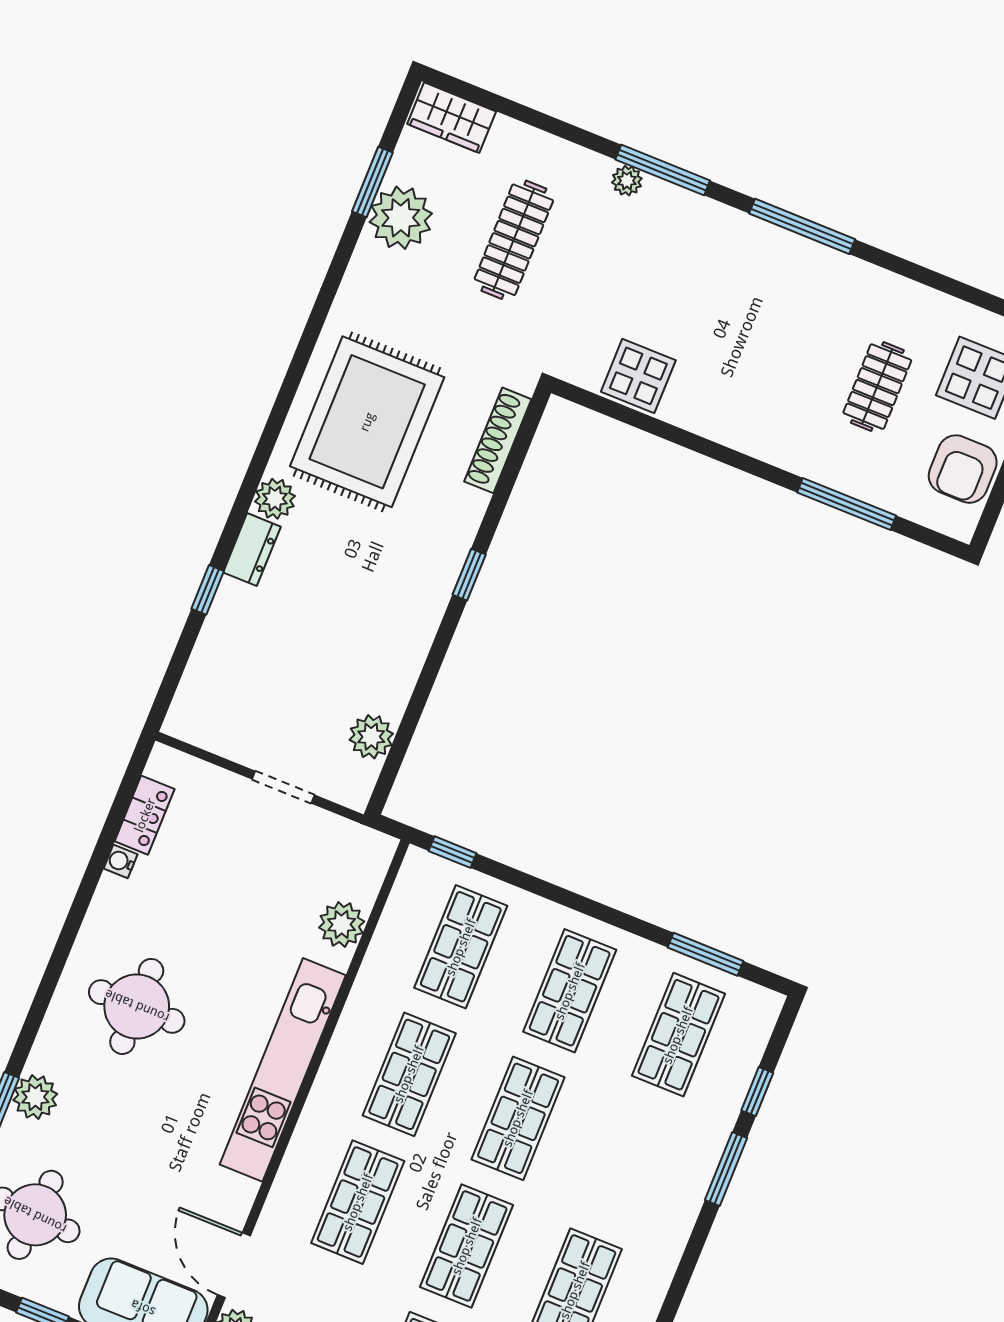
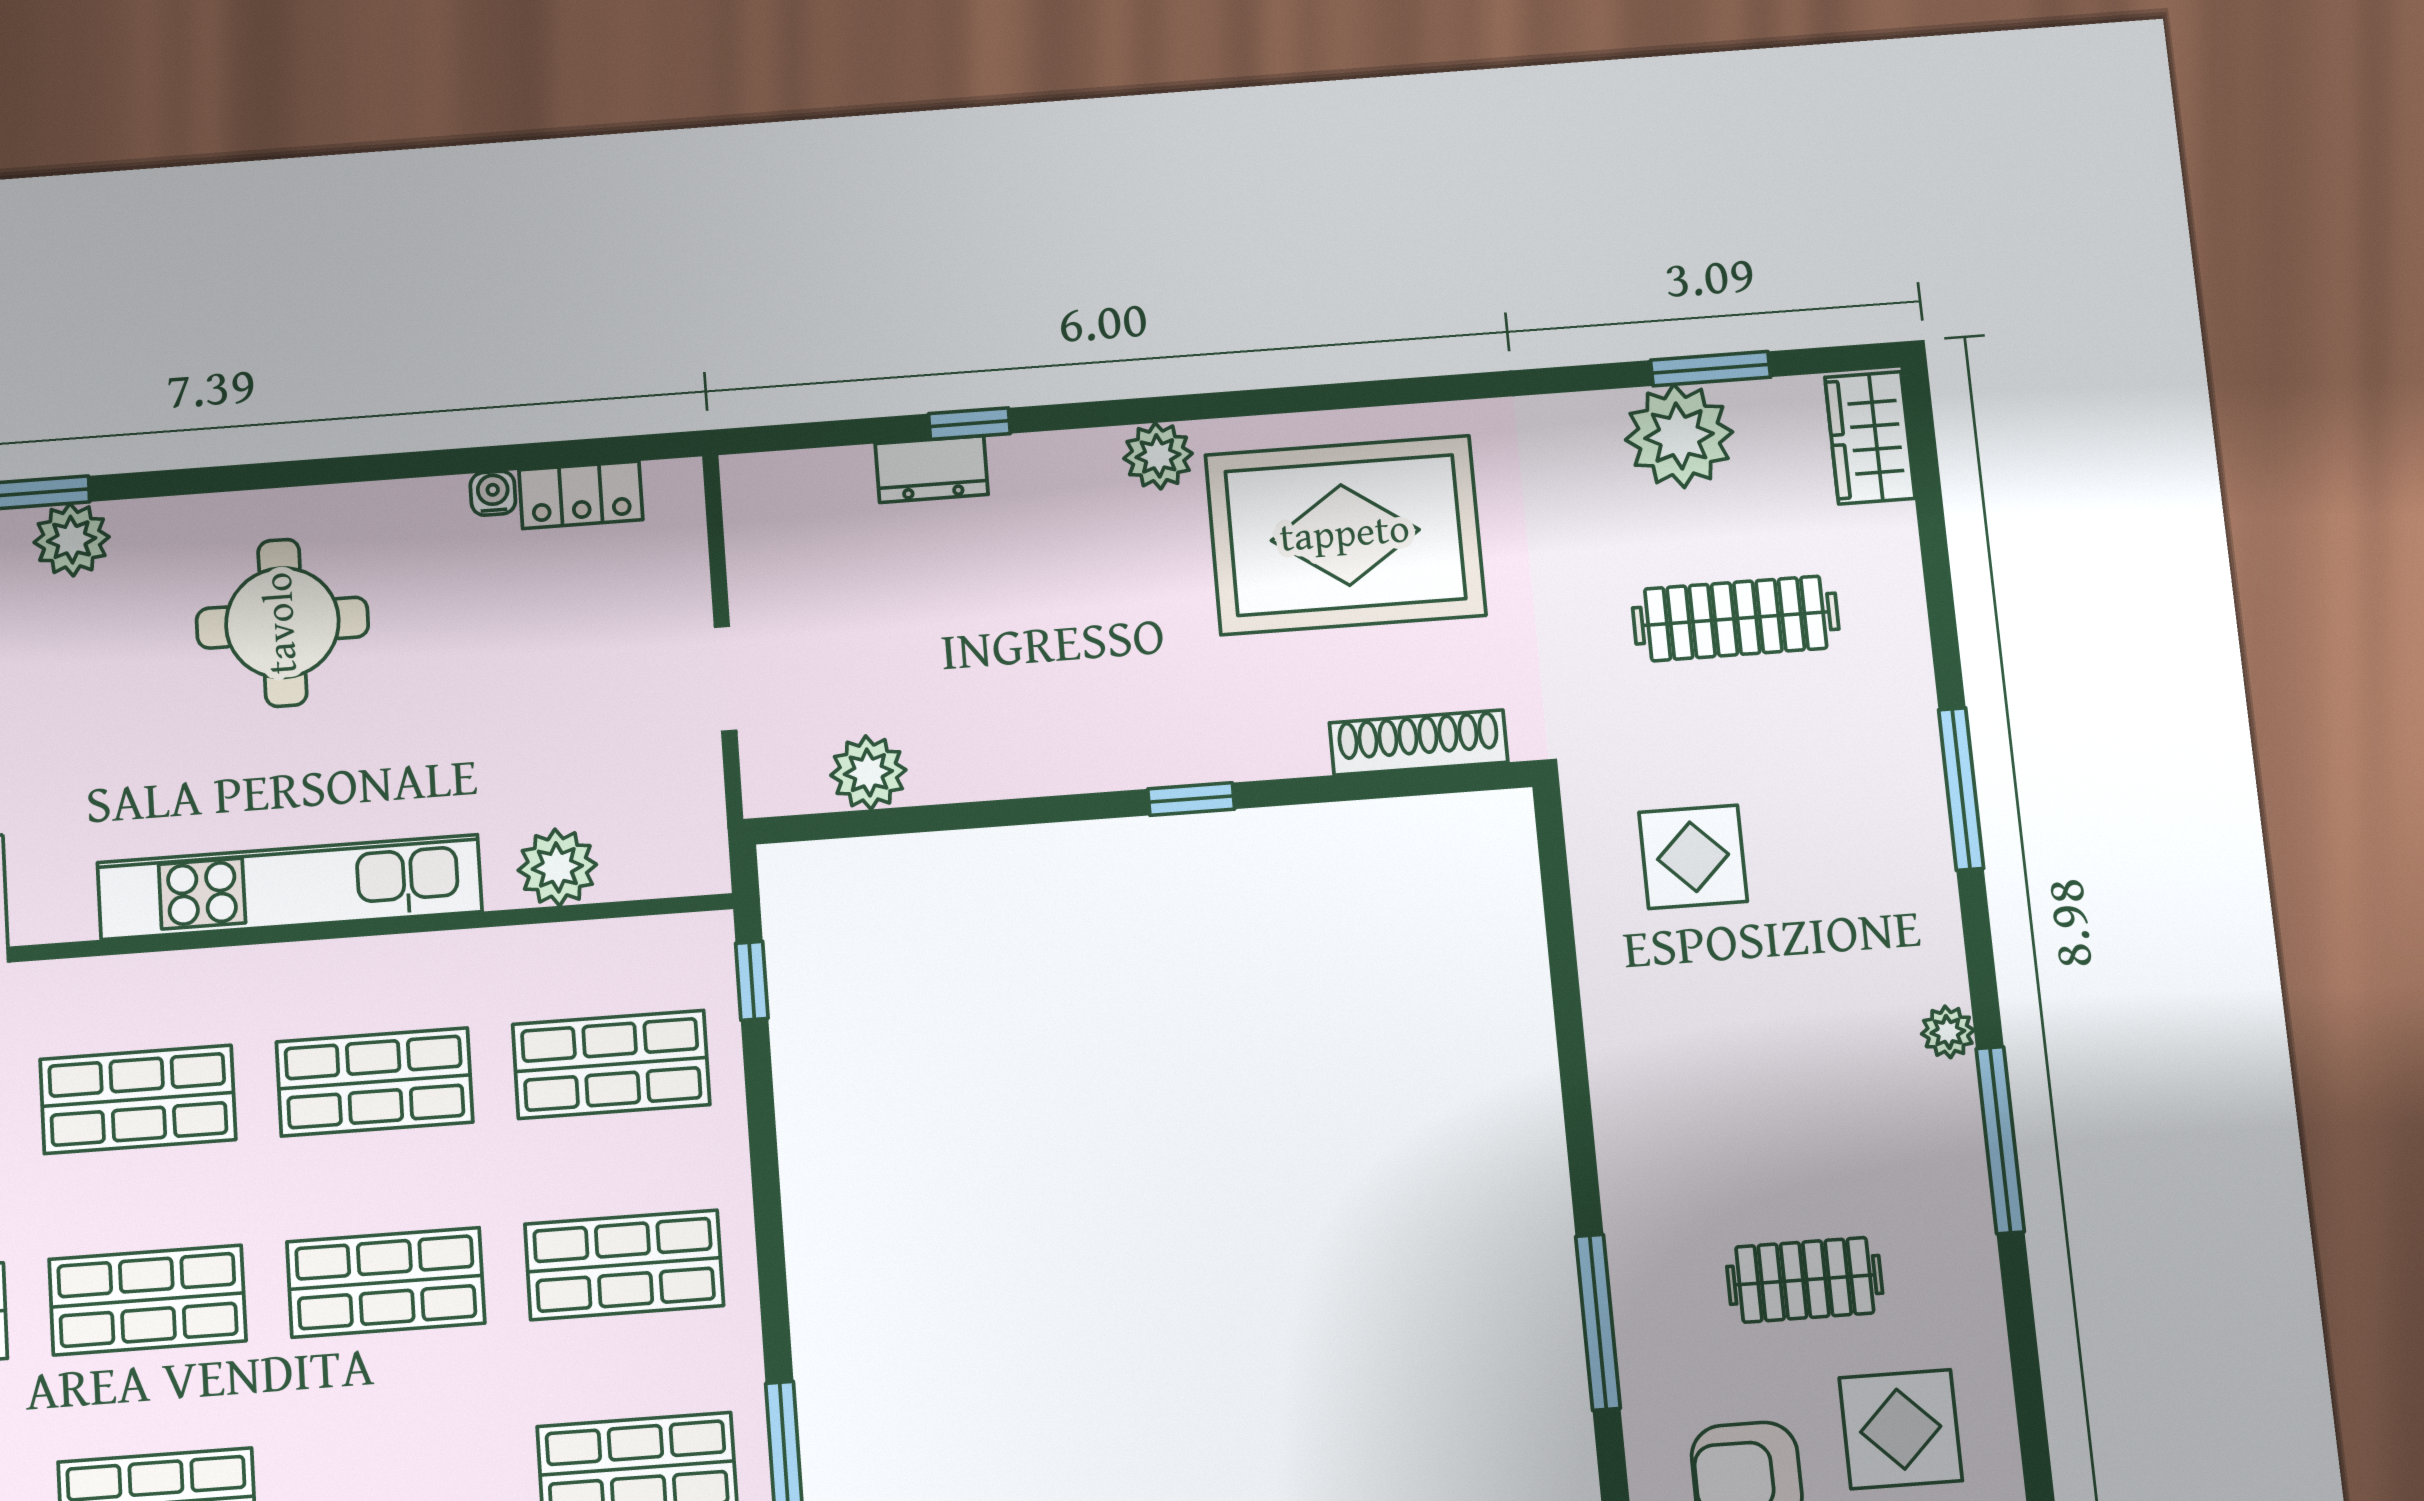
plant: (627, 181) -> (1948, 1032), moved
window: (802, 226) -> (2000, 1140), moved
display table: (638, 376) -> (1693, 857), moved
dresser: (252, 550) -> (932, 469), moved

